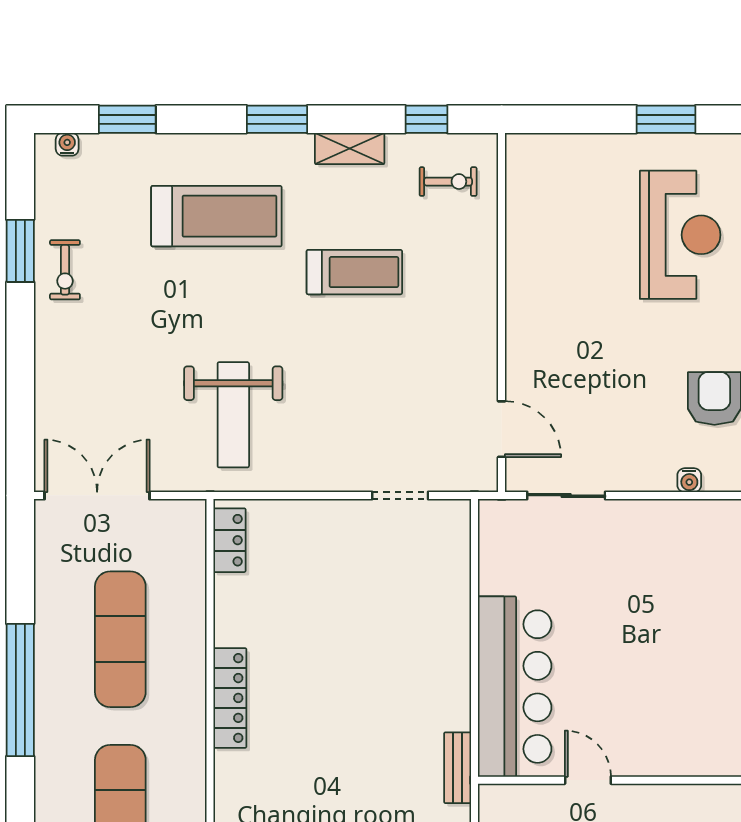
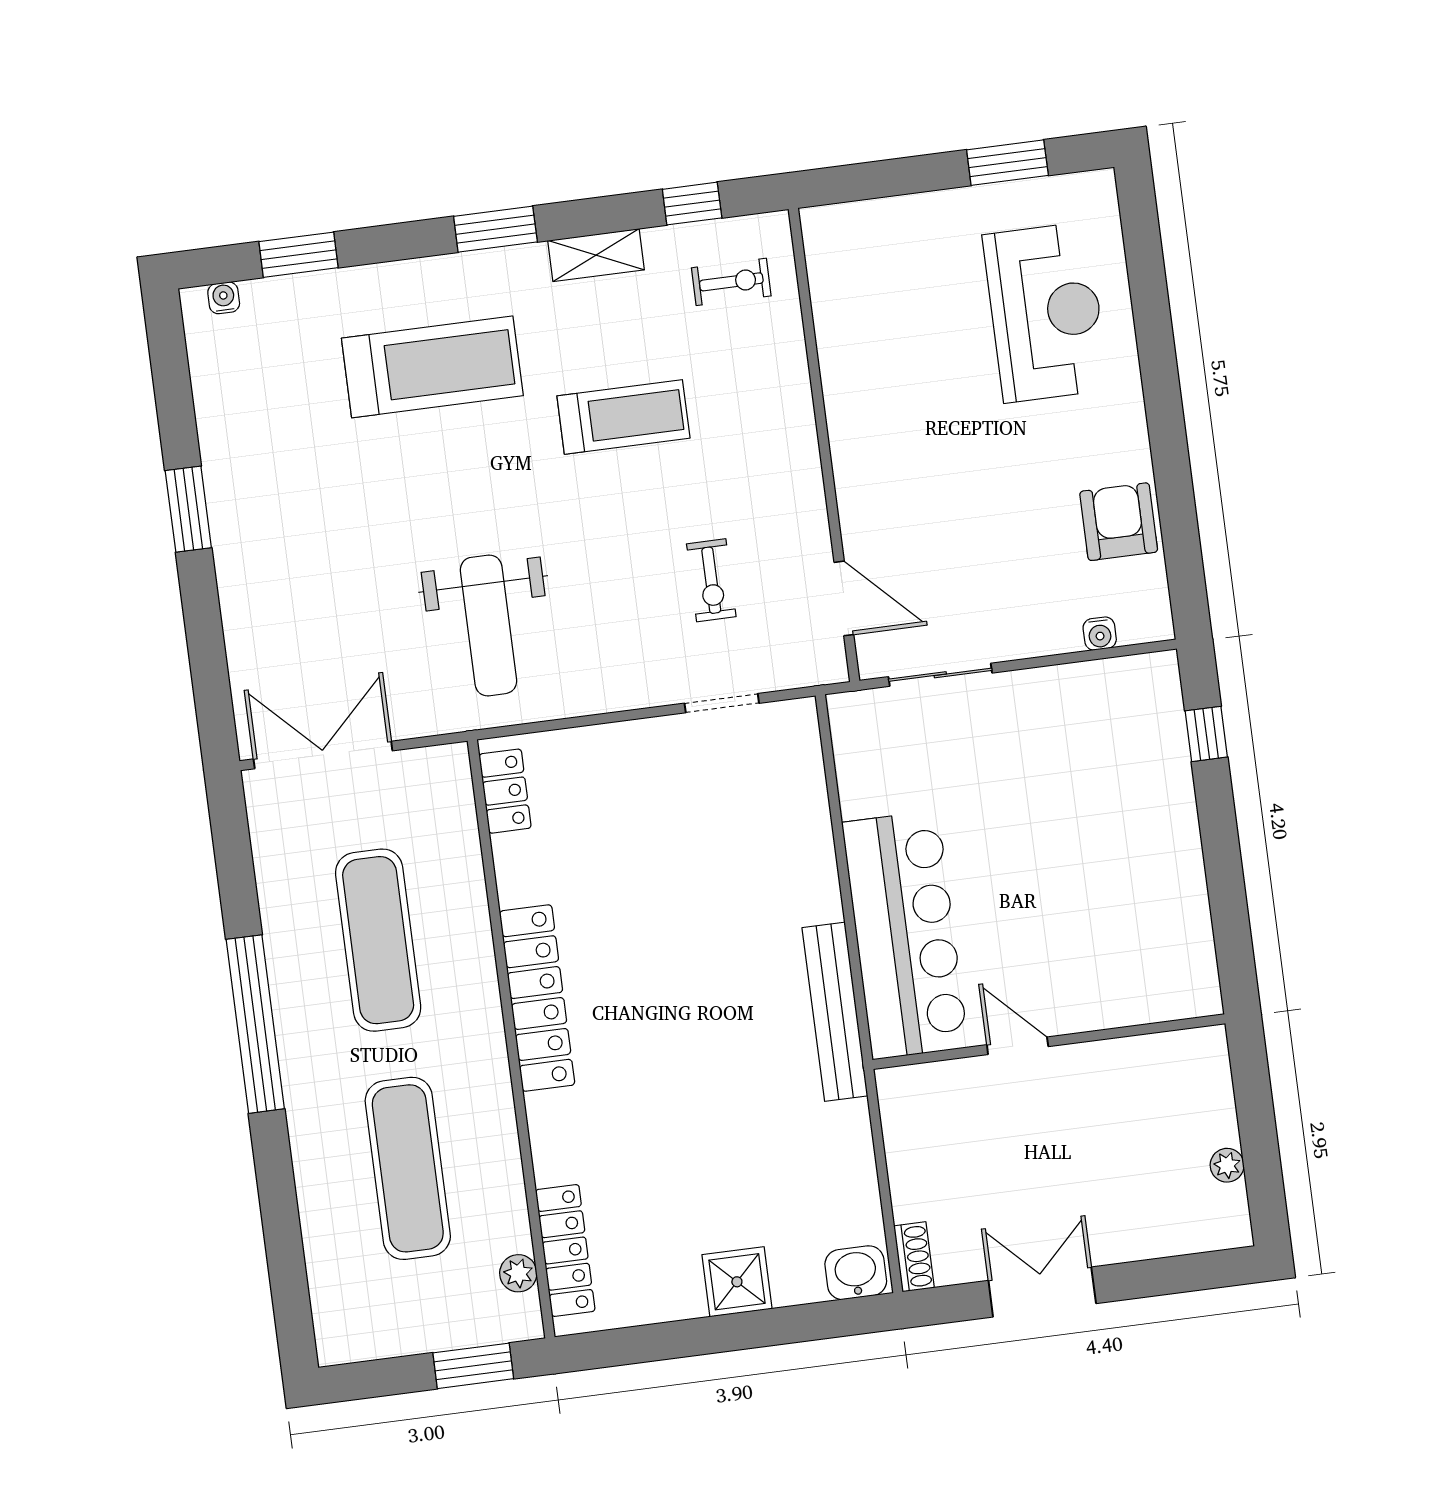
window: (20, 251) -> (188, 509), moved
exercise bike: (65, 270) -> (711, 580), moved
locker: (230, 698) -> (537, 998), width x1.41, depth x1.21
bench: (458, 768) -> (835, 1012), width x1.86, depth x1.21

